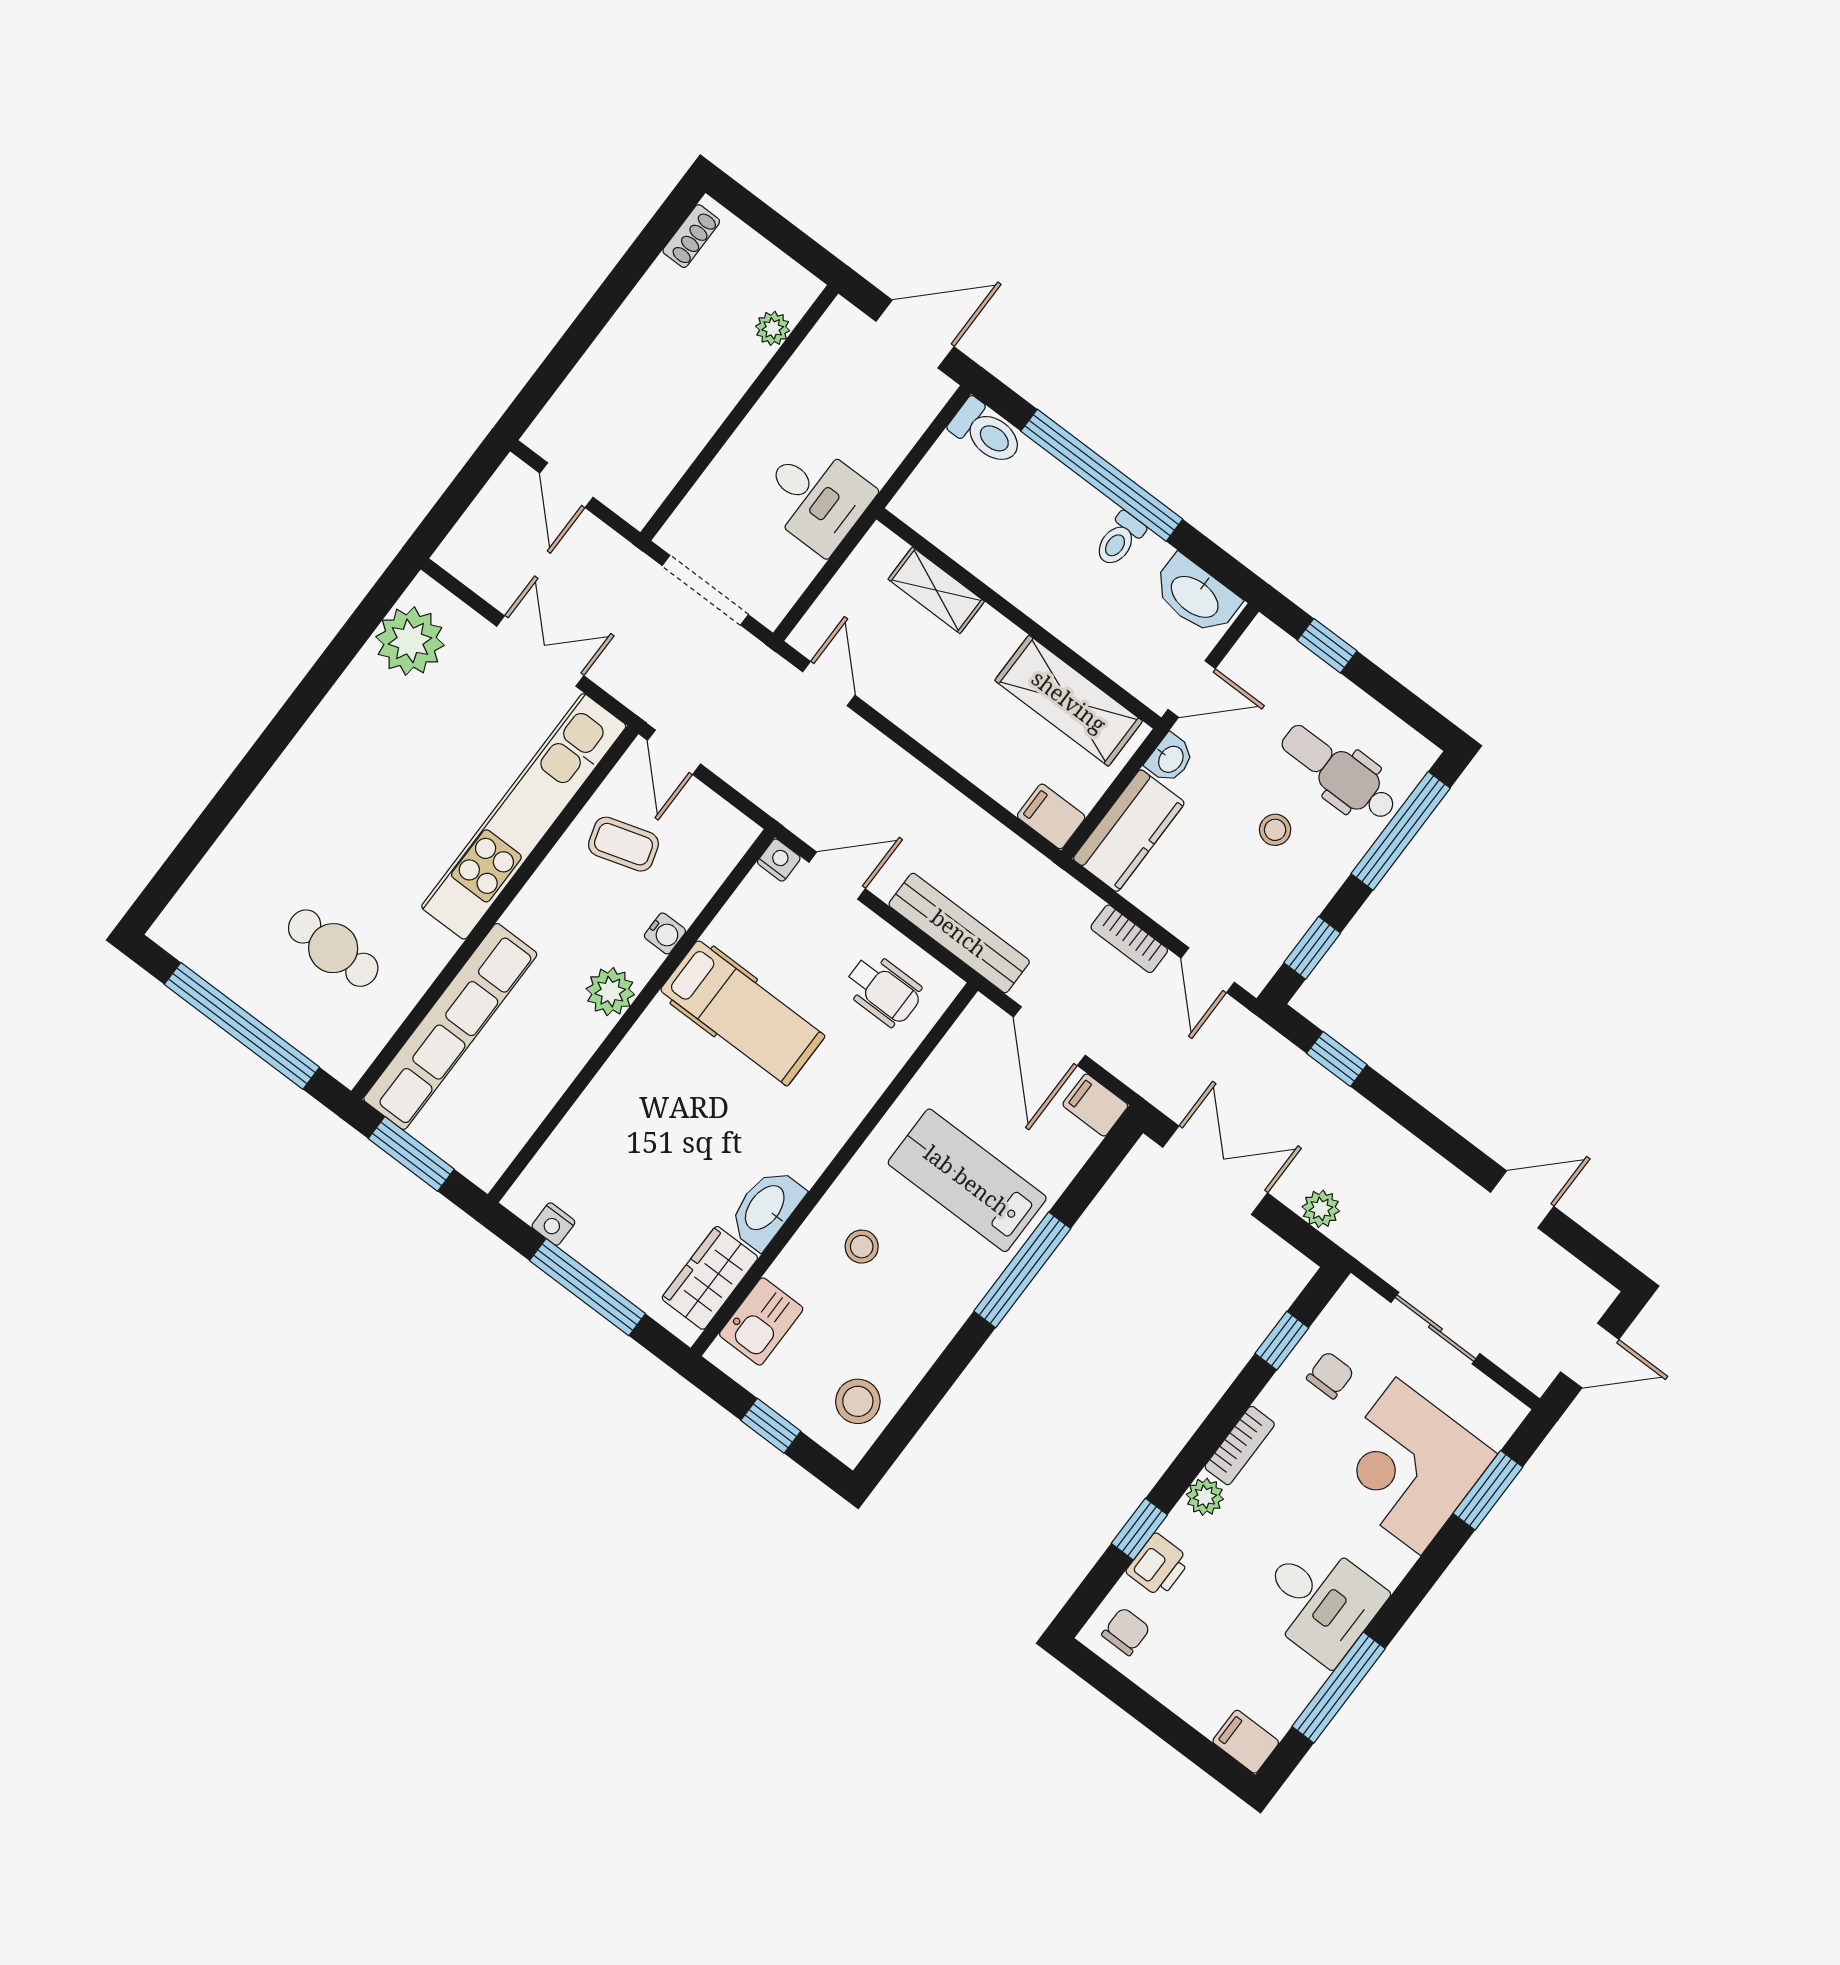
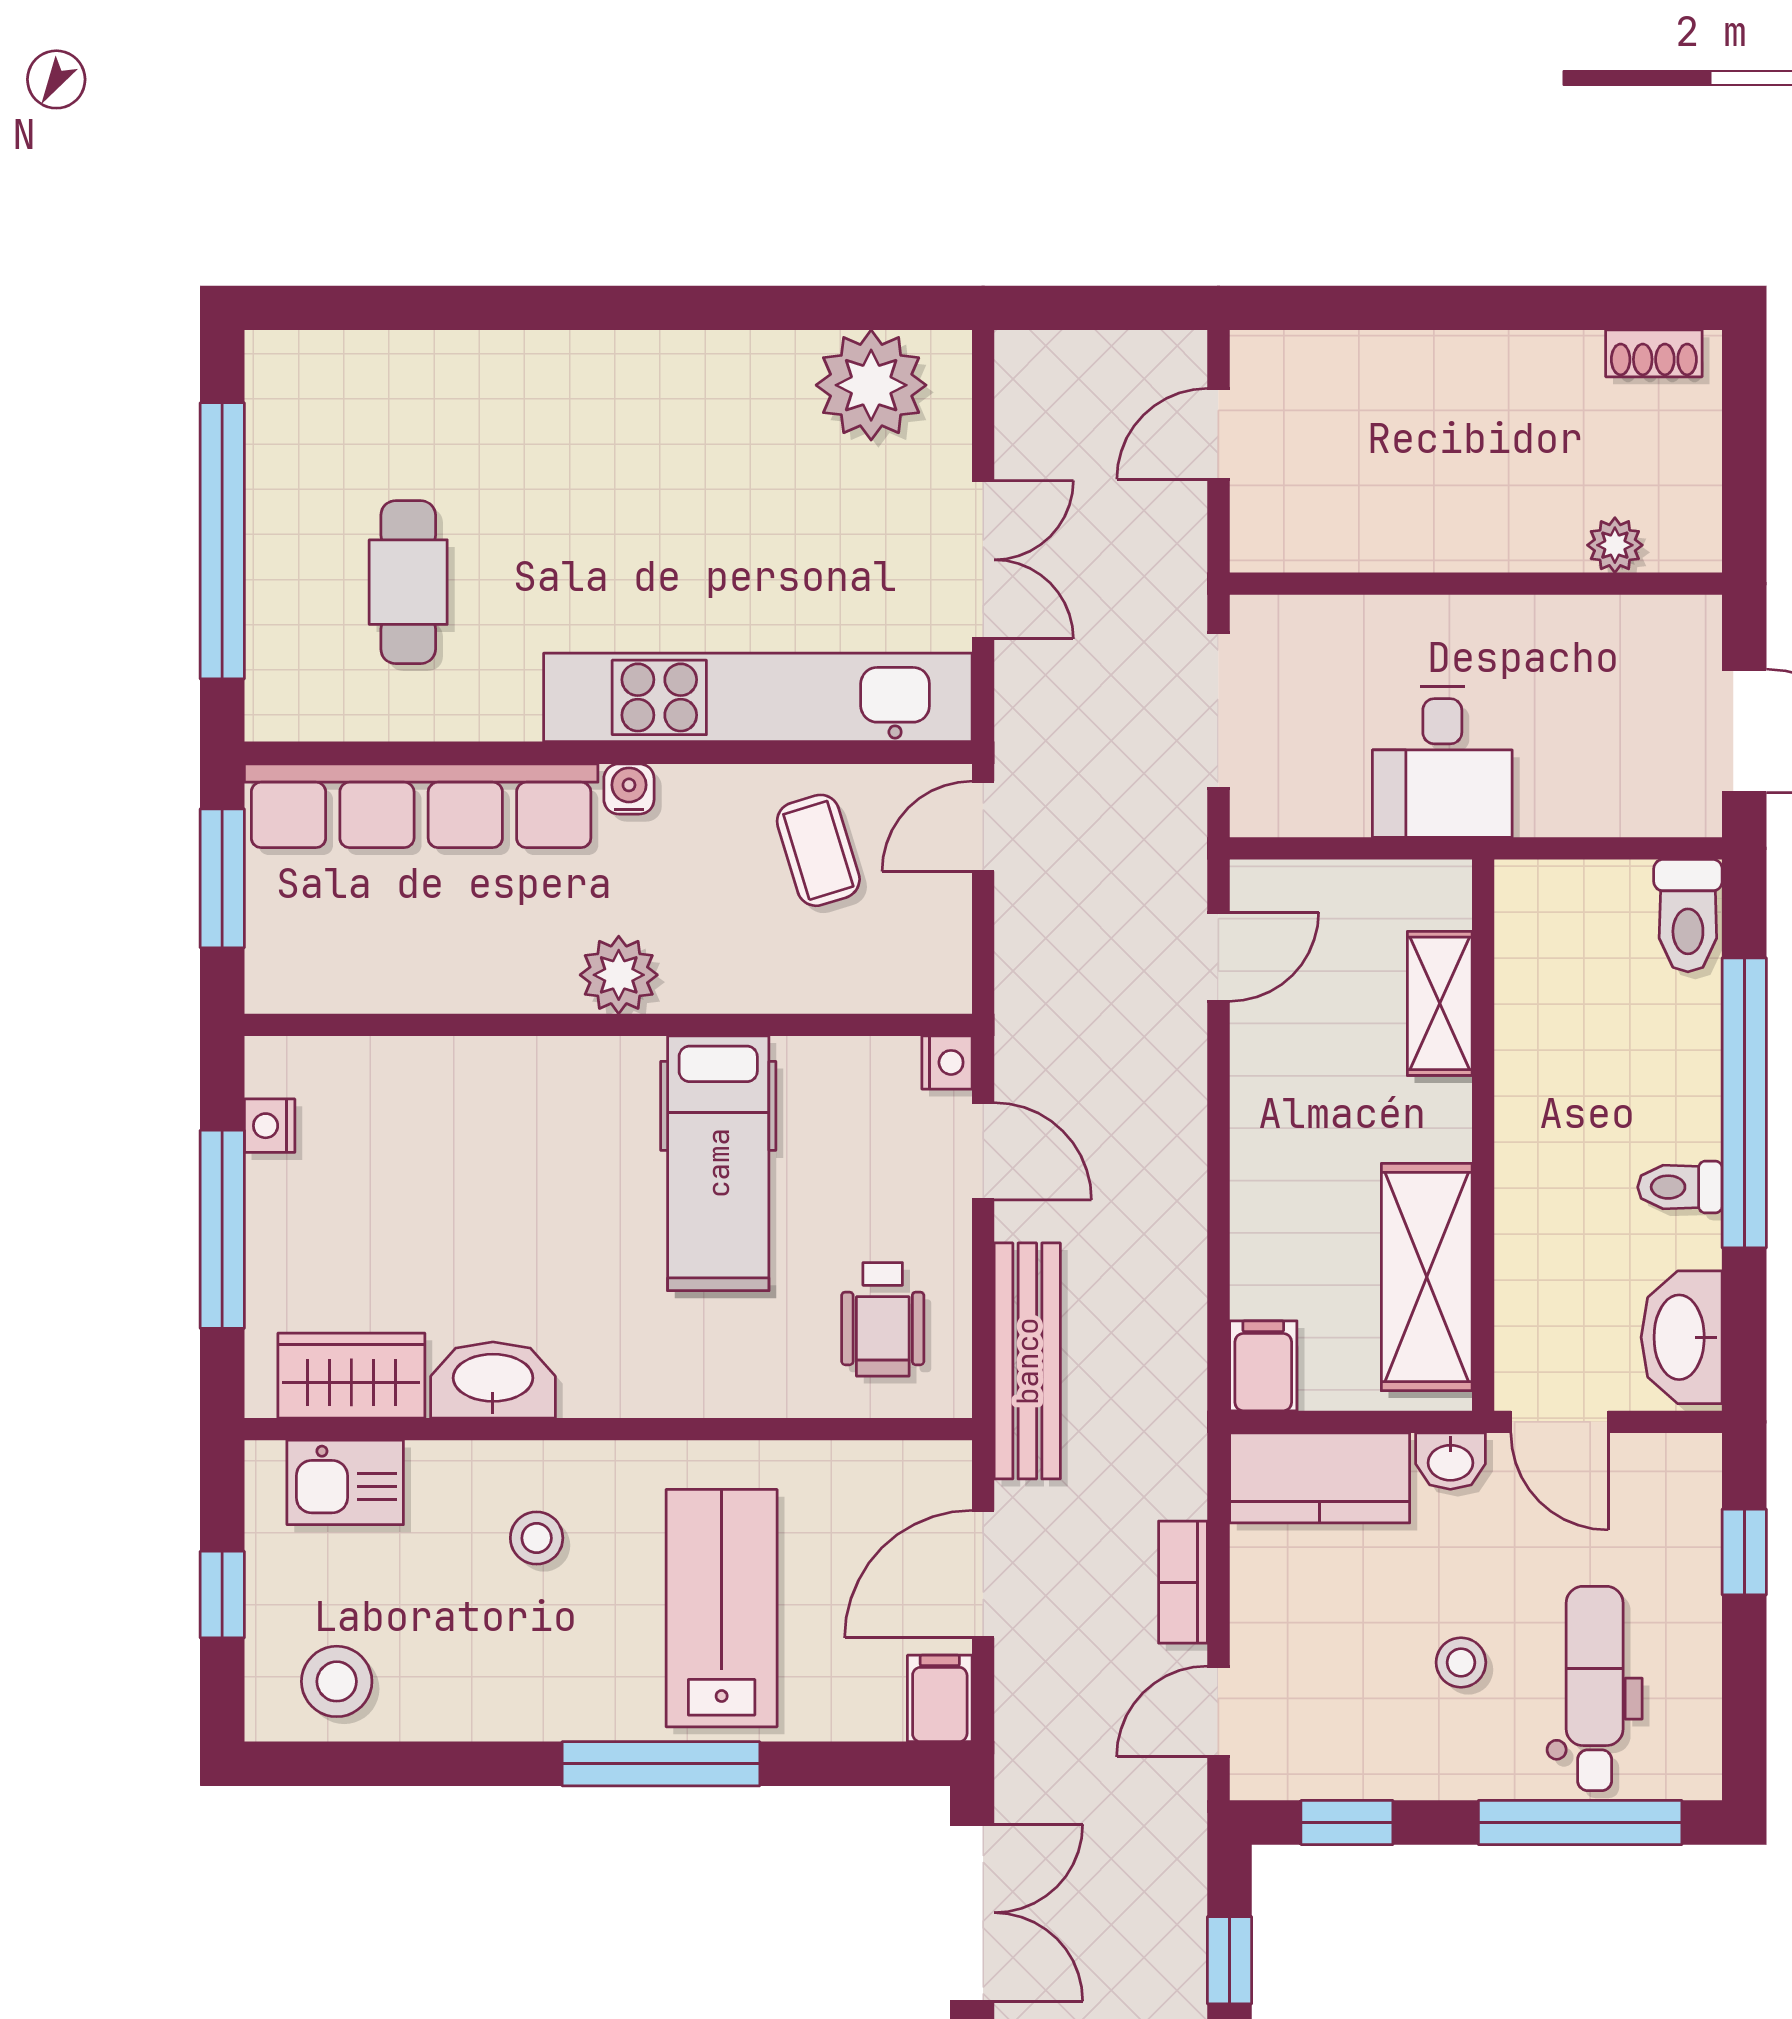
water cooler: (665, 933) -> (629, 789), moved, turned 180

